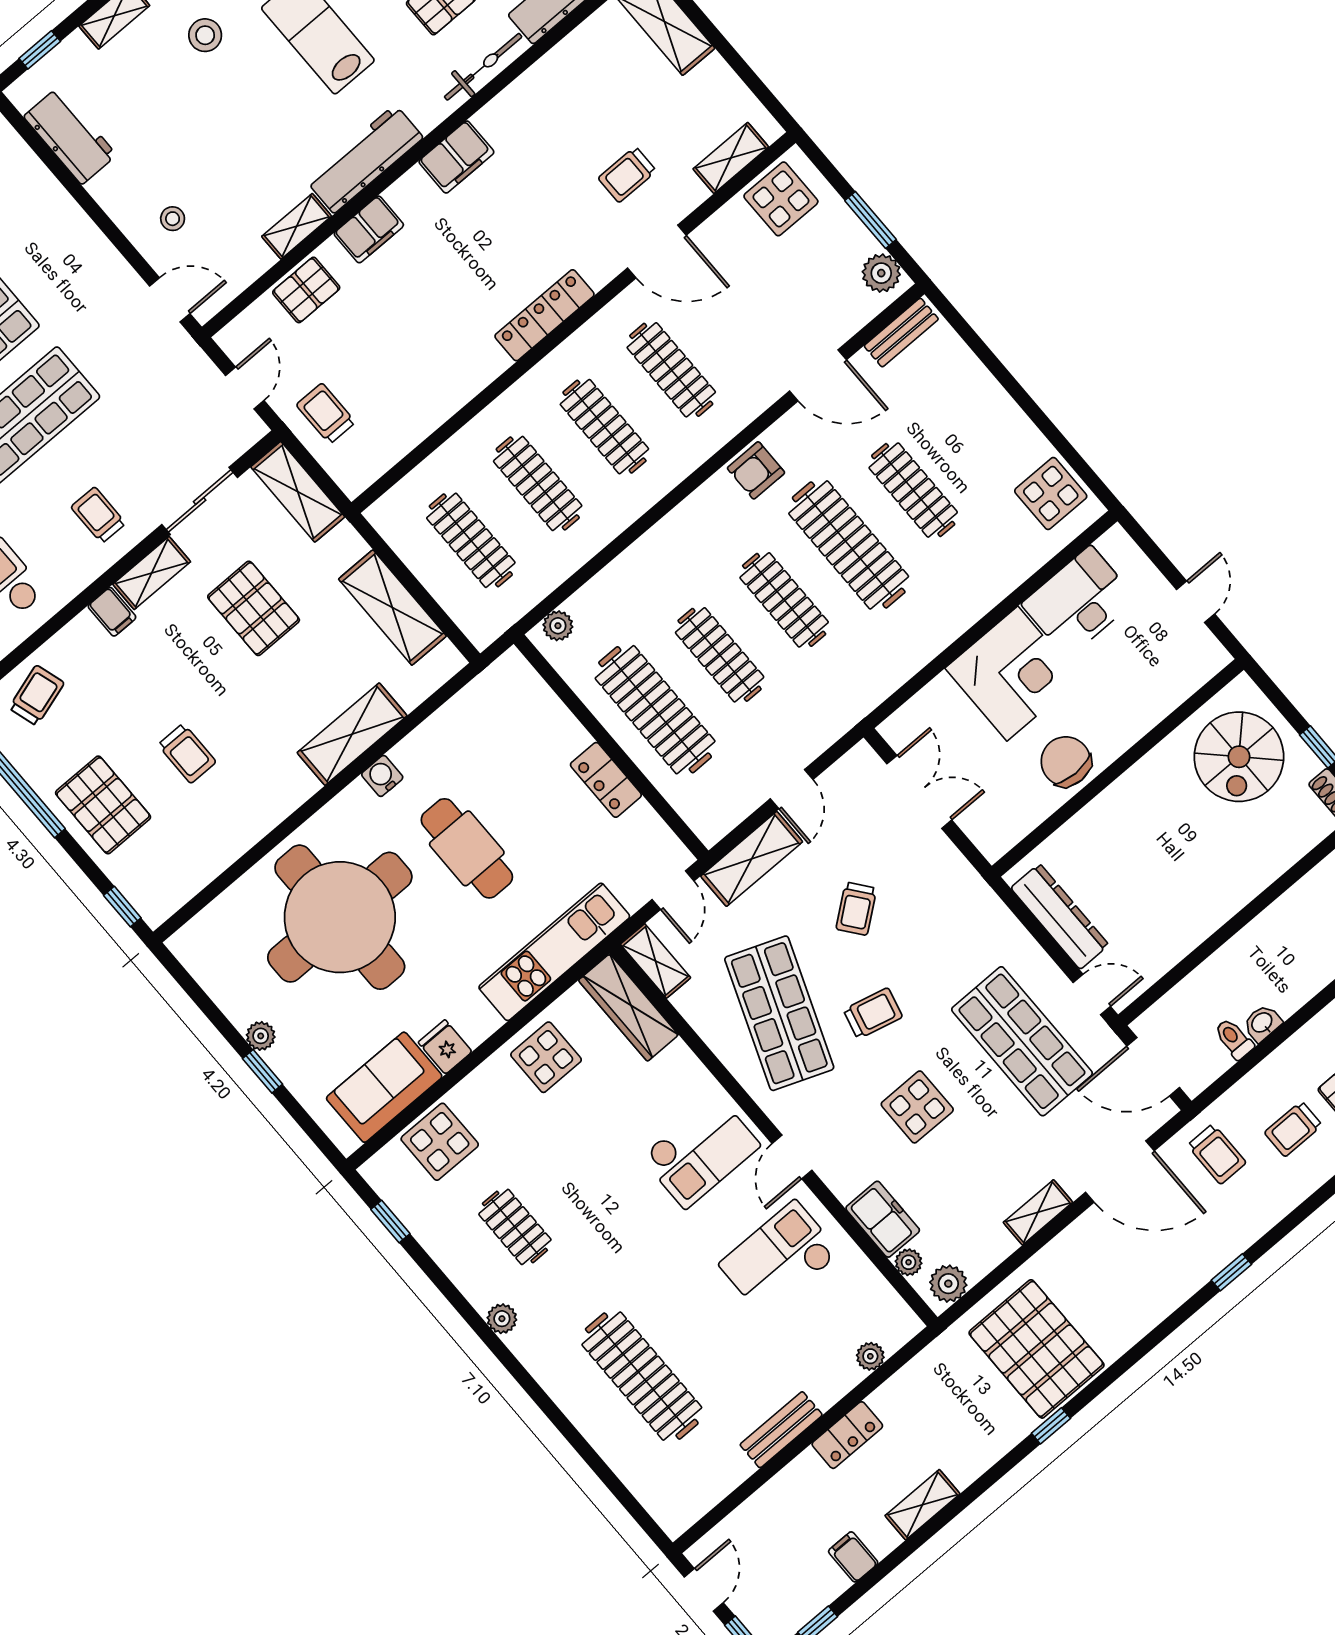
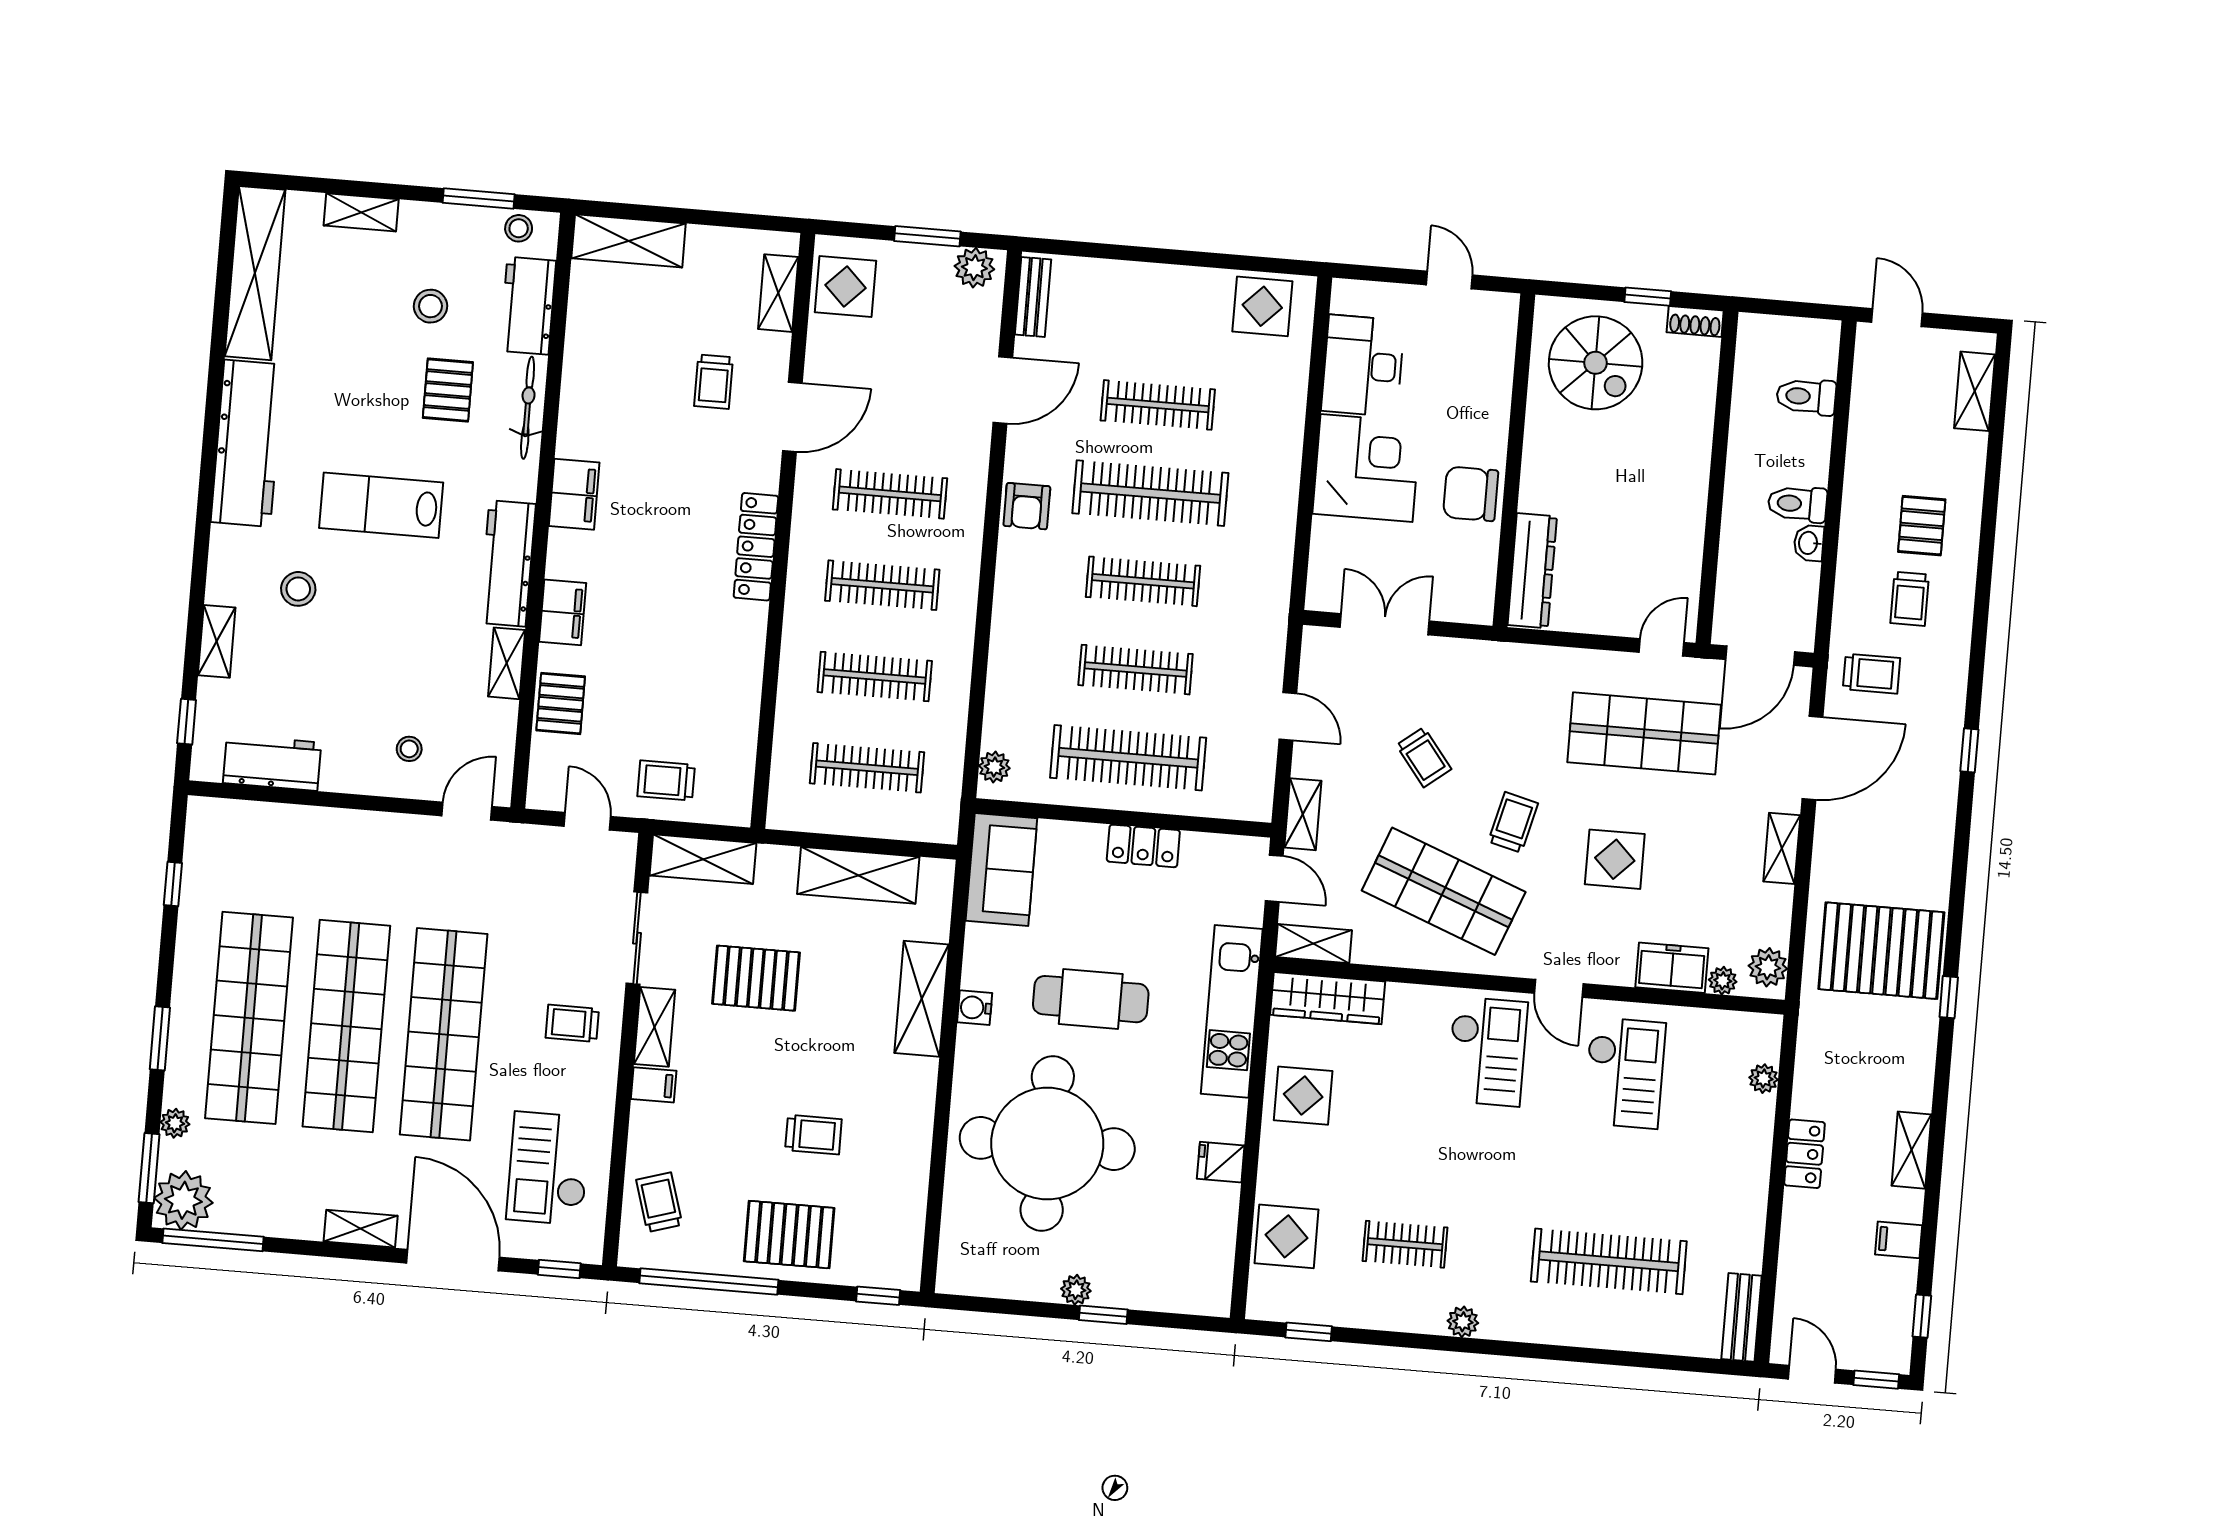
shelving: (752, 859) -> (1303, 814), width x0.67, depth x0.75
dresser: (1060, 916) -> (1532, 571), moved, turned 90
toilet: (1234, 1039) -> (1797, 504), moved, width x1.37, depth x1.39
sofa: (384, 1087) -> (1001, 870), moved, turned 180
checkout: (780, 1259) -> (1624, 1073), turned 180
bench: (781, 1430) -> (1742, 1317), moved

